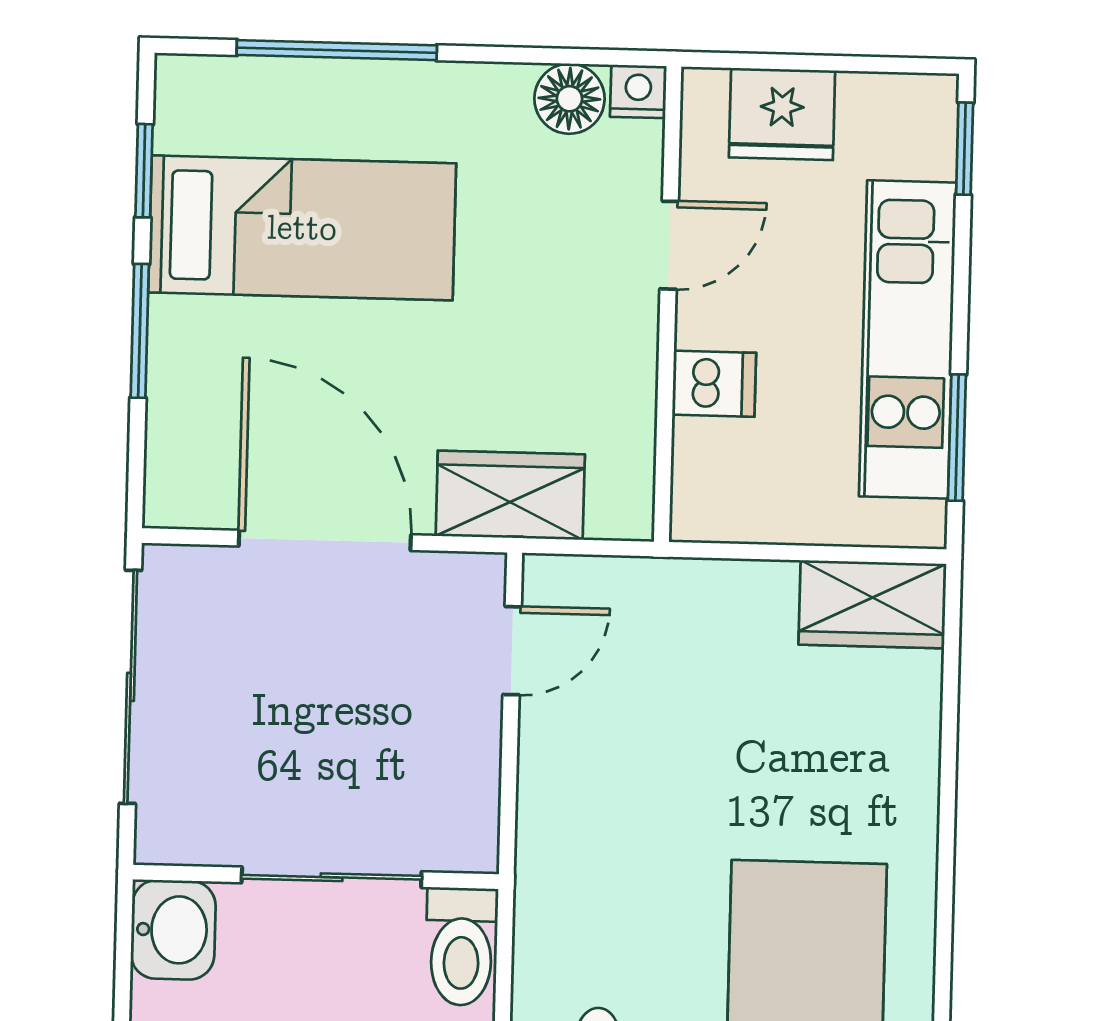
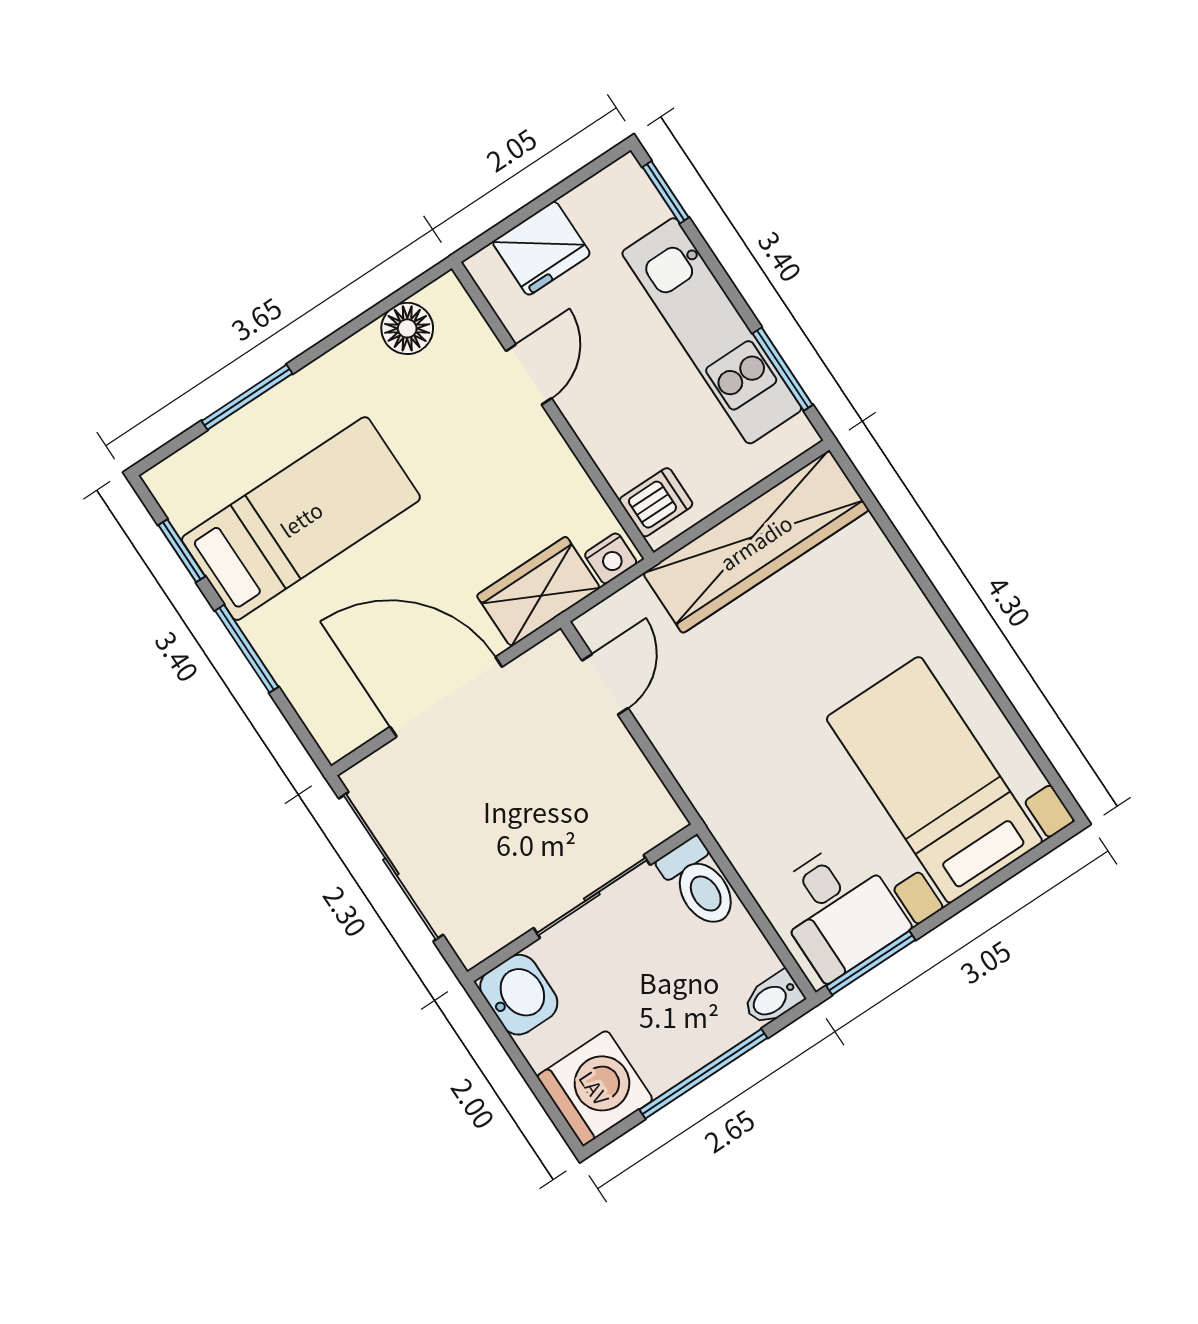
window: (337, 50) -> (247, 397), width x0.69
nightstand: (638, 91) -> (611, 558), moved, turned 180
dishwasher: (714, 384) -> (656, 502), moved
wardrobe: (872, 604) -> (756, 542), width x2.10, depth x1.17

